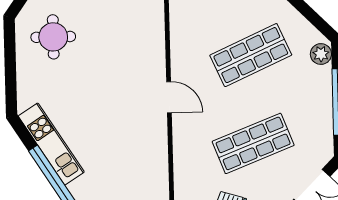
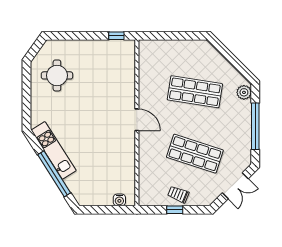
shop shelf: (251, 55) -> (195, 92), turned 33
shop shelf: (253, 143) -> (195, 154), turned 39

